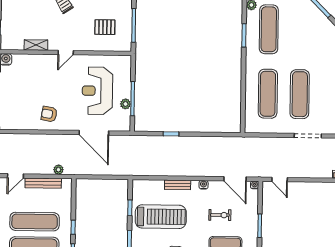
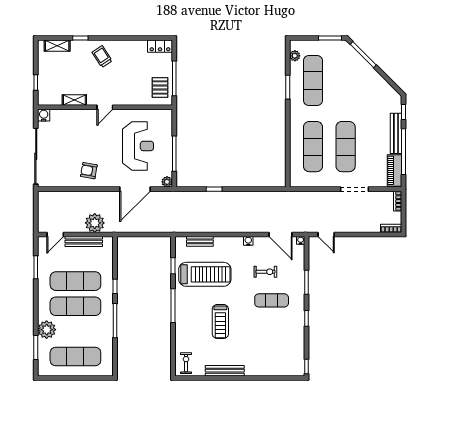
pallet: (105, 27) -> (160, 87), moved, turned 90
reception desk: (97, 91) -> (138, 146), turned 180
plant: (125, 104) -> (167, 182), moved
door: (94, 133) -> (135, 189), hinge flipped
plant: (58, 170) -> (95, 223), width x1.87, depth x1.87
bench: (178, 185) -> (200, 241), moved

